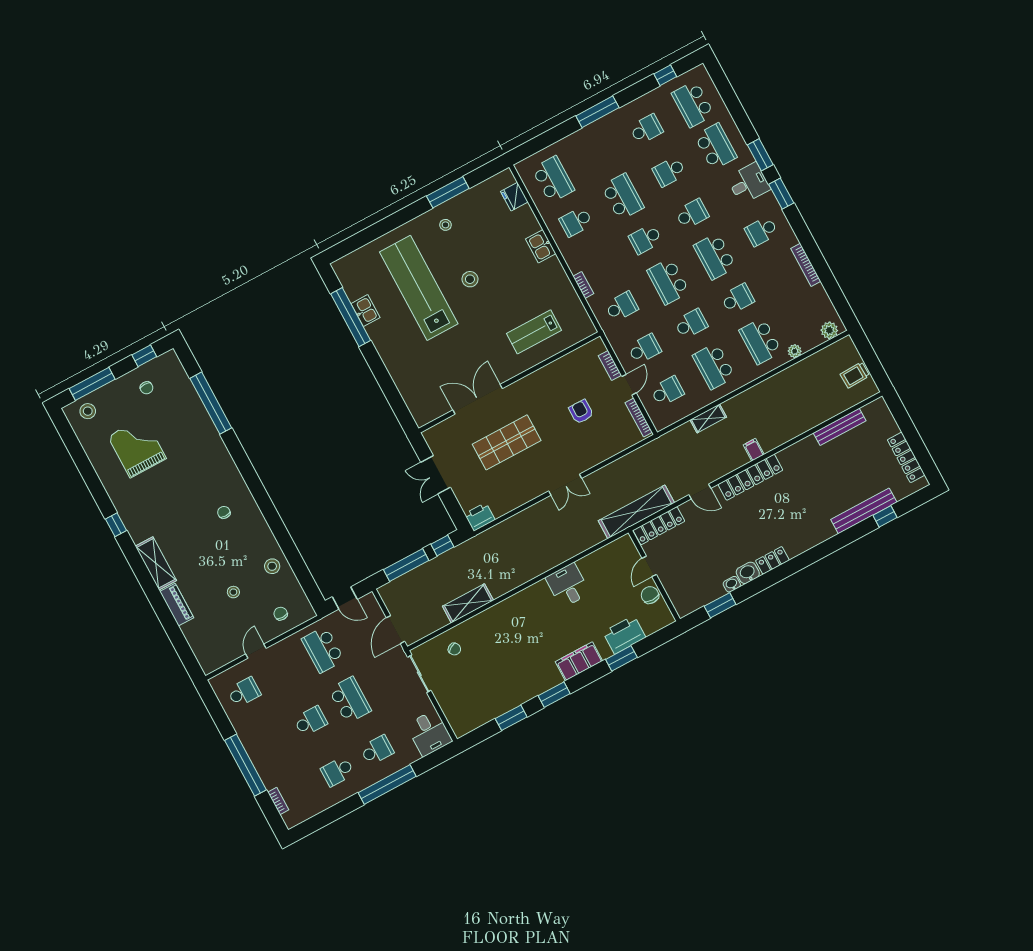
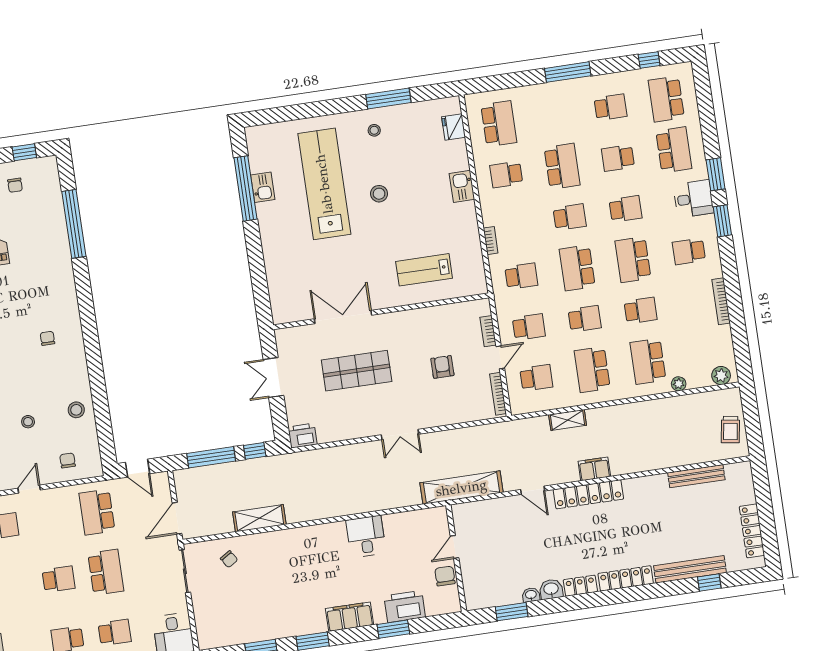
school desk: (645, 239) -> (570, 217), turned 180
trolley: (855, 375) -> (730, 430), turned -79
filing cabinet: (754, 450) -> (594, 469), width x2.00
locker: (659, 526) -> (626, 578), moved, turned 180

